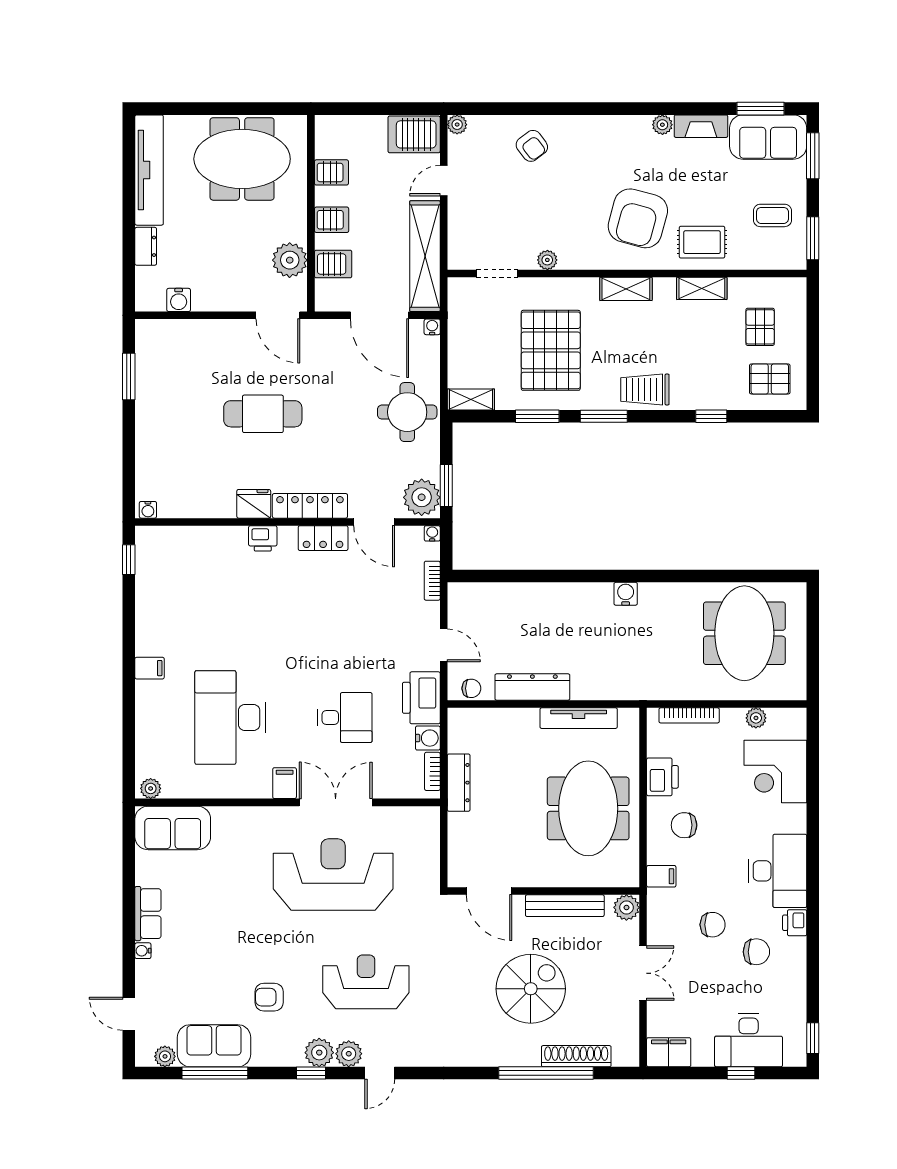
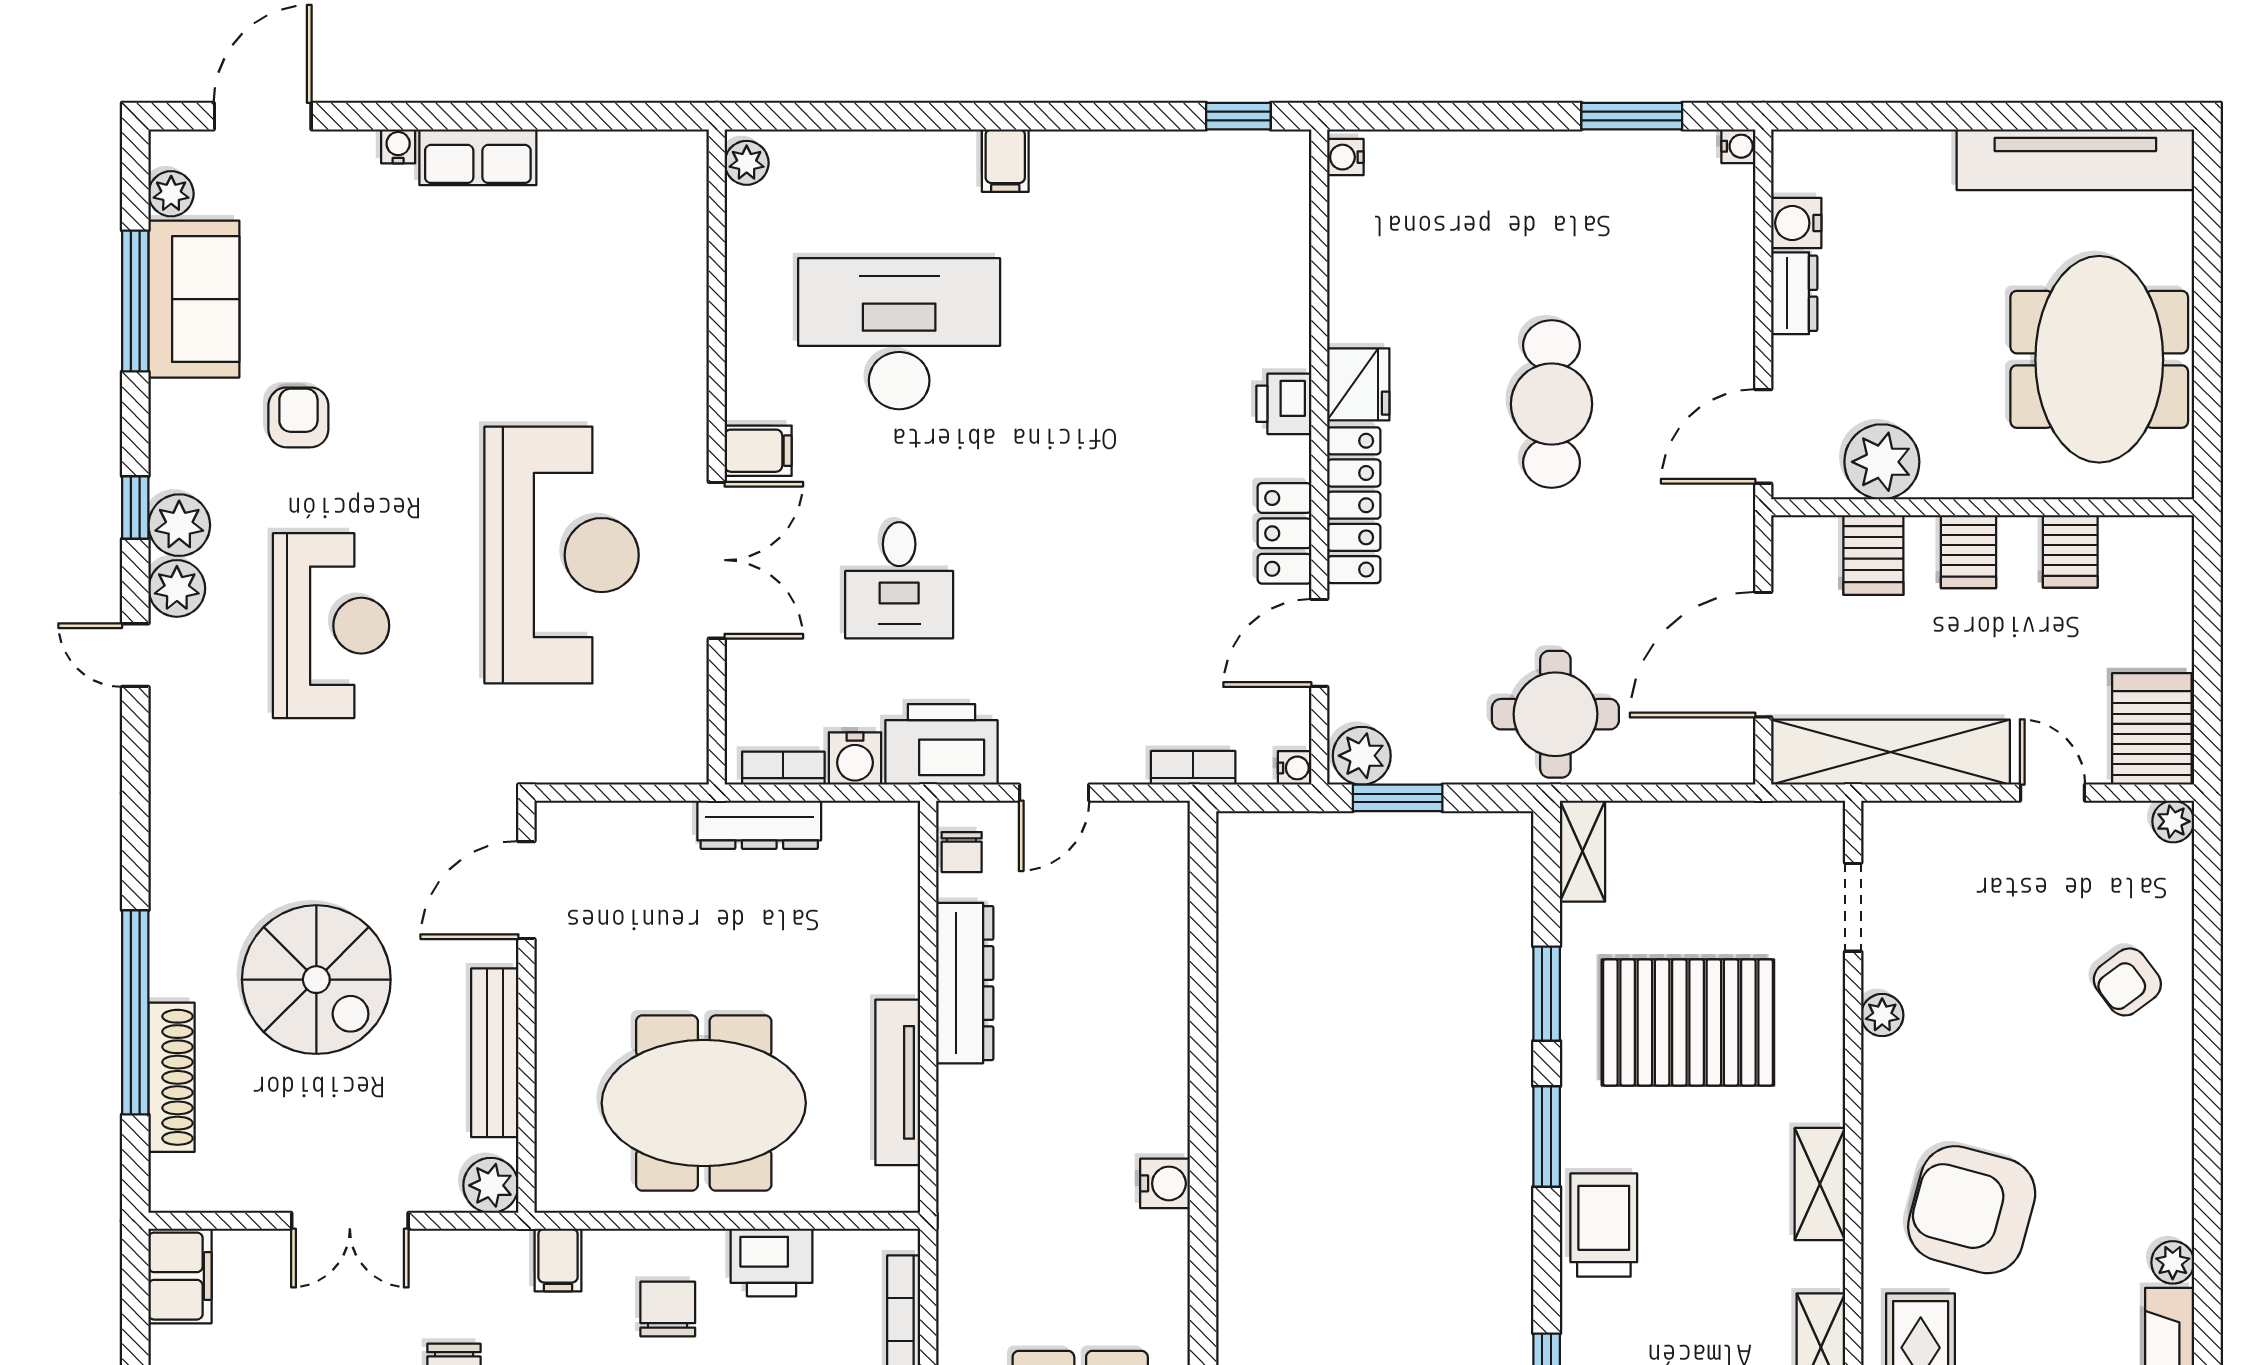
dresser: (146, 246) -> (1794, 293), moved, turned -90
water cooler: (432, 327) -> (1738, 146), moved
plant: (422, 497) -> (1362, 756), width x0.73, depth x0.73
sofa: (173, 828) -> (662, 210), removed
door: (129, 1014) -> (263, 116), width x1.37

